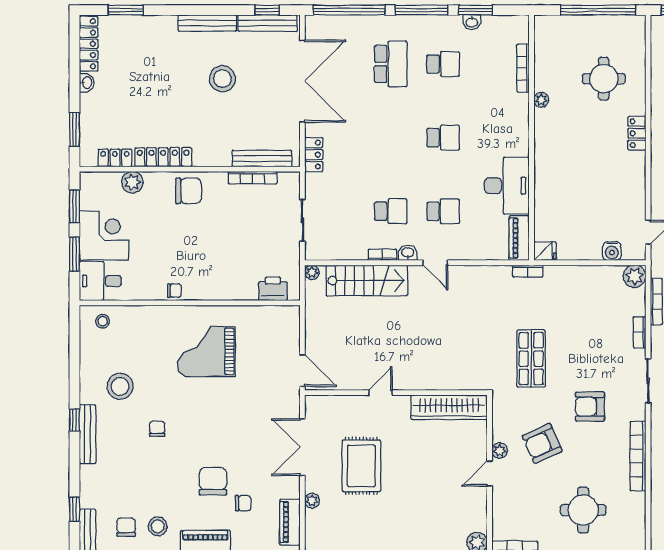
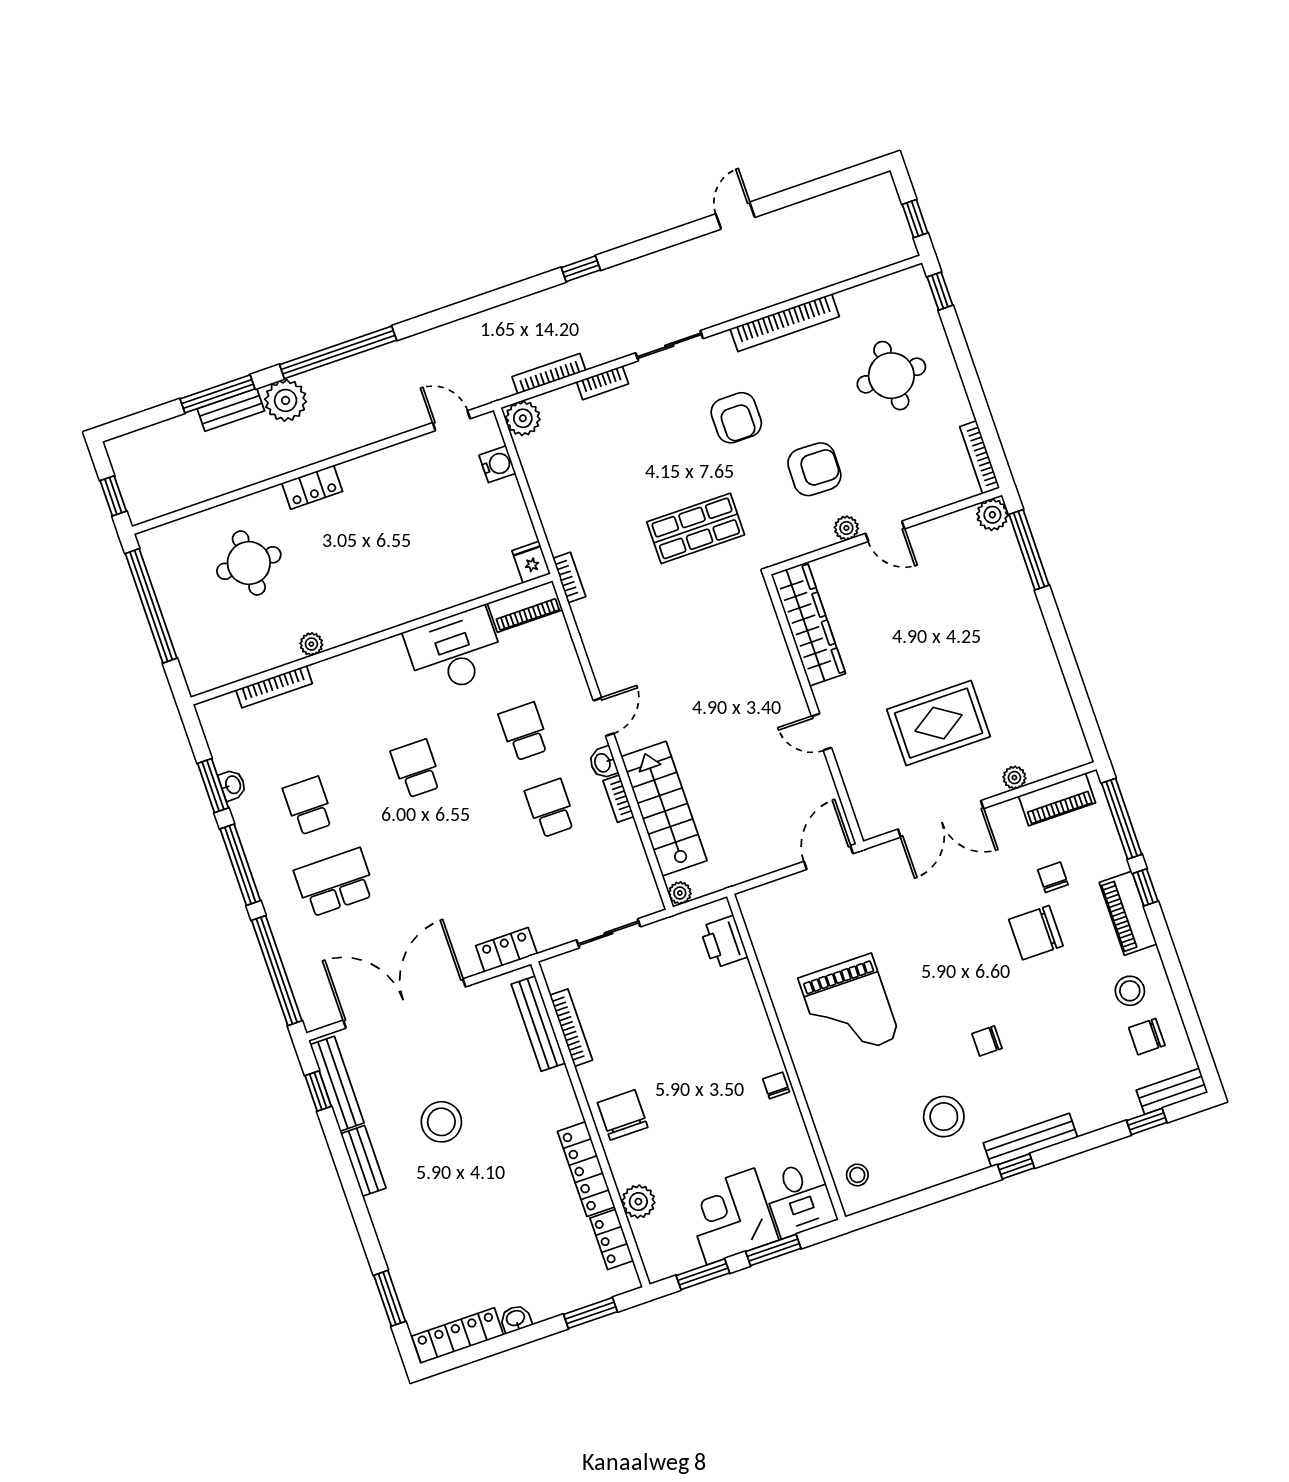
bench: (207, 23) -> (363, 1161), width x0.73
armchair: (542, 443) -> (814, 469), turned -65

